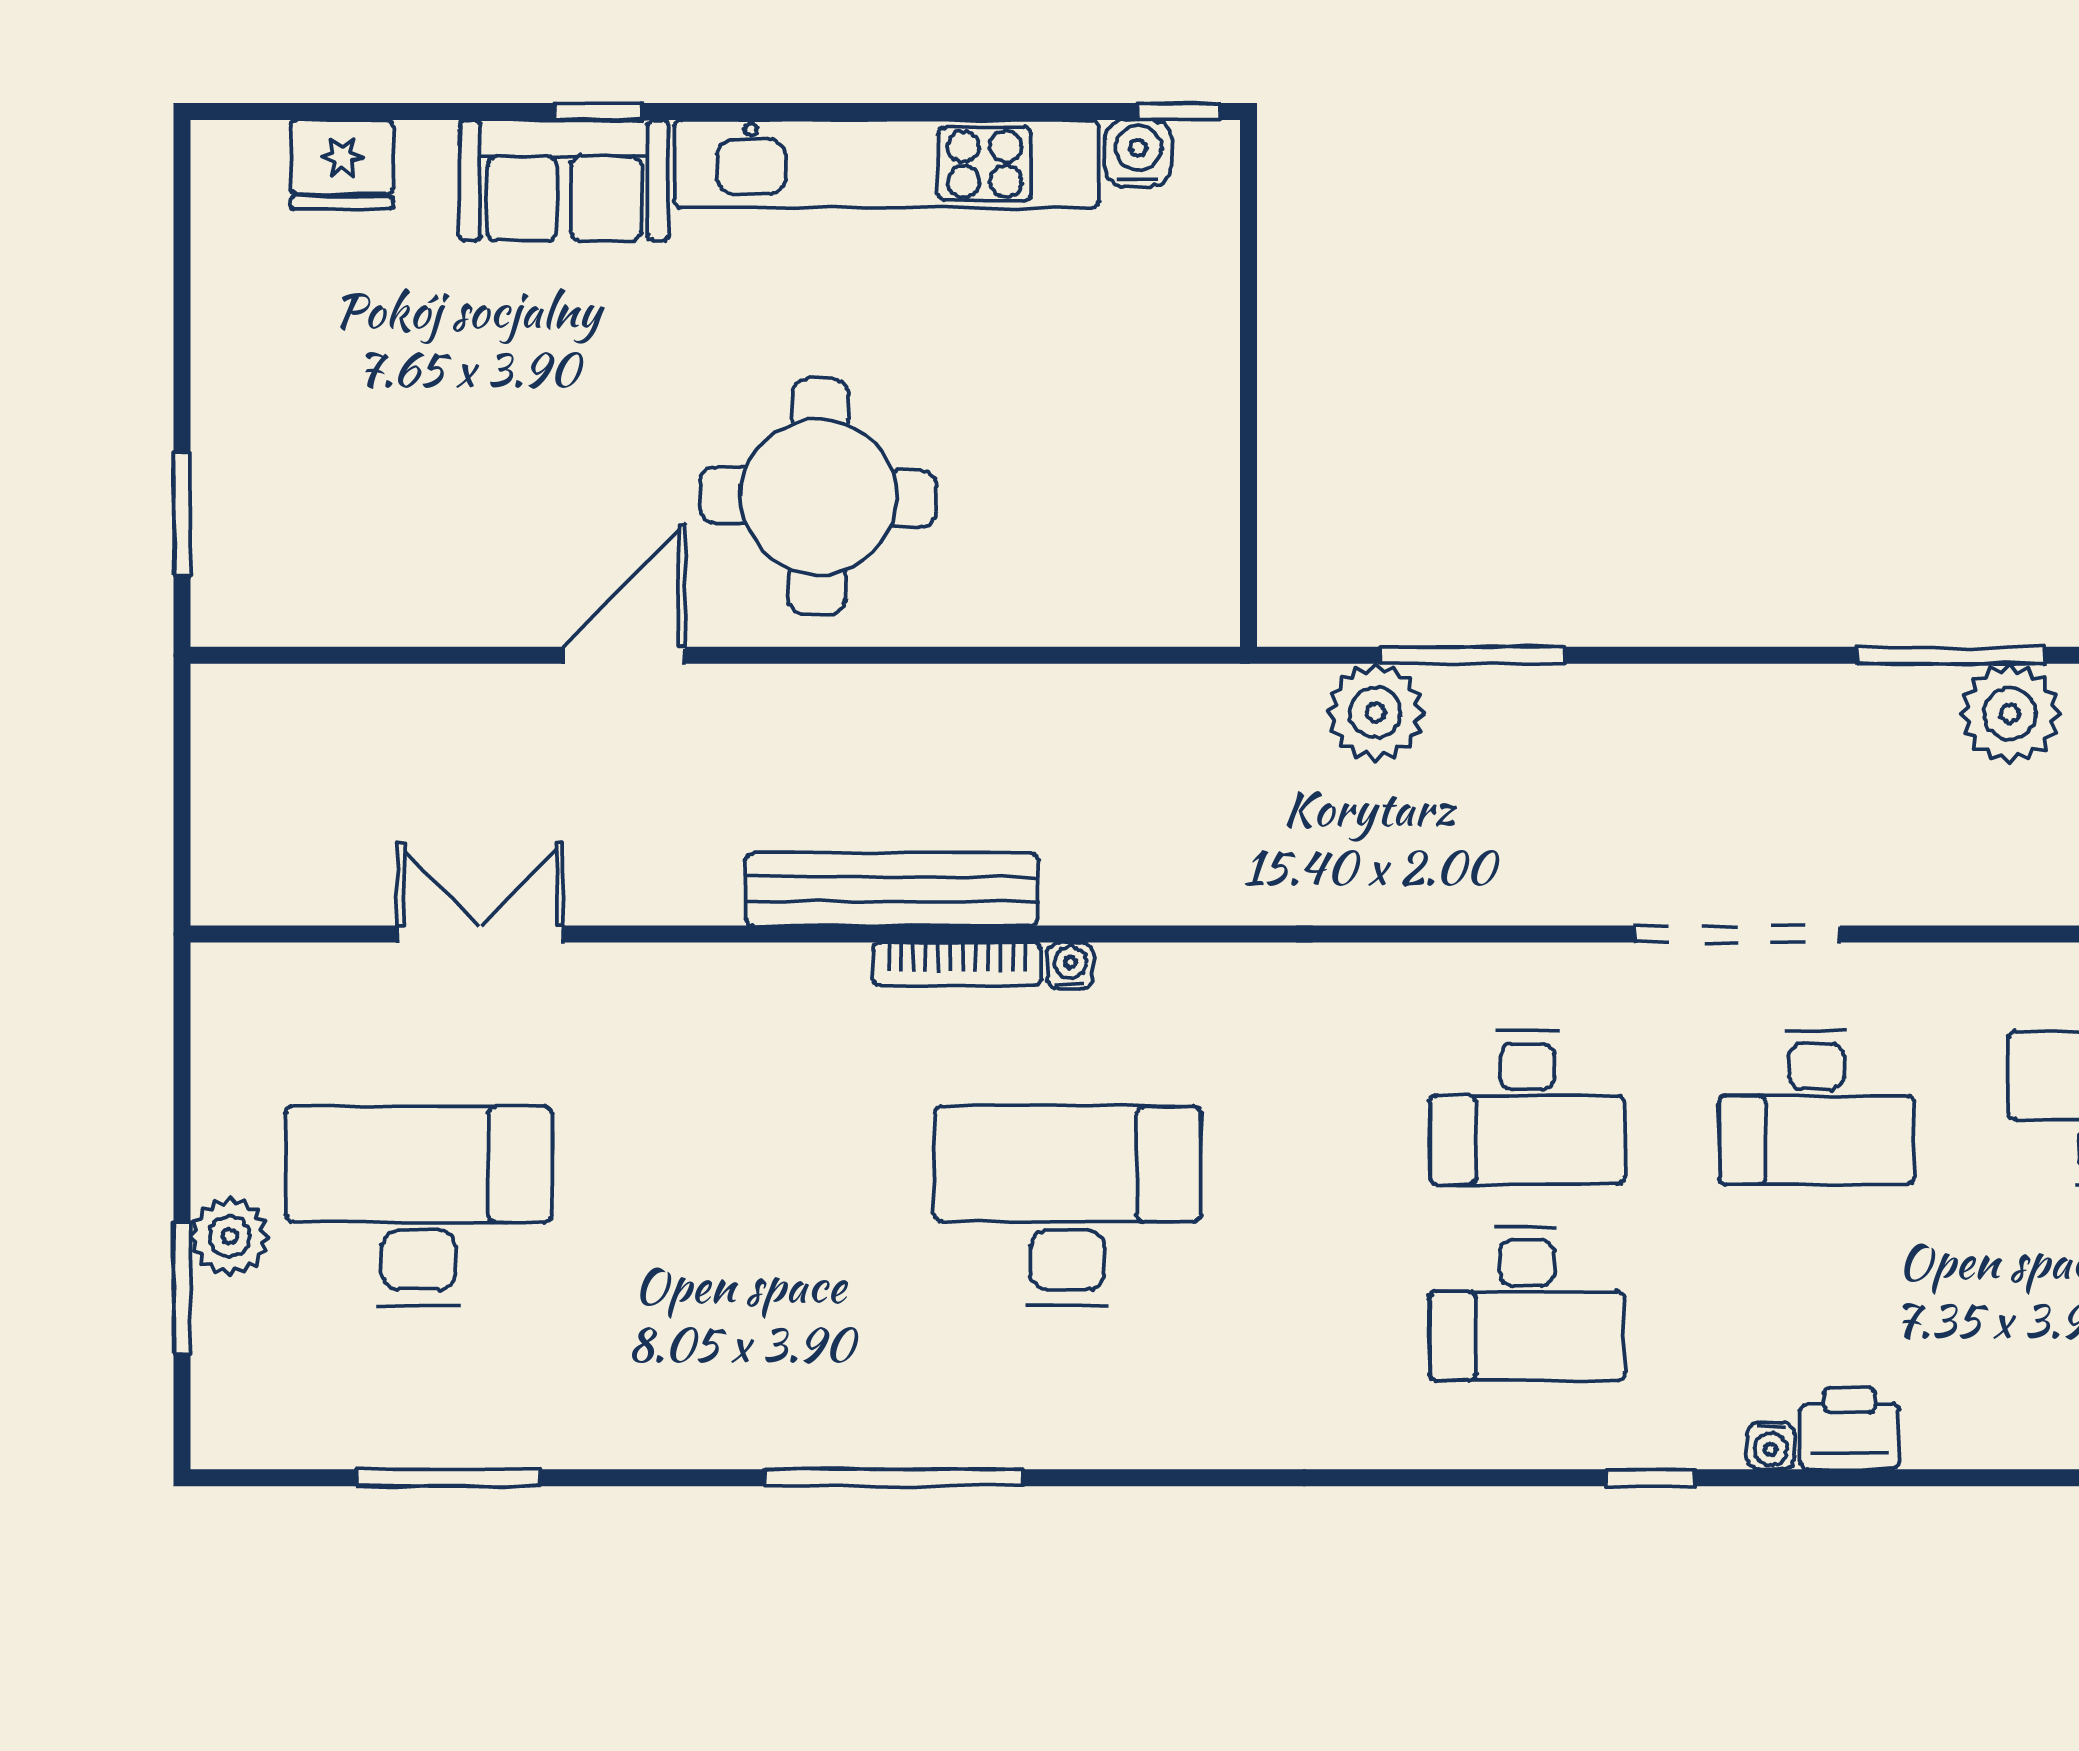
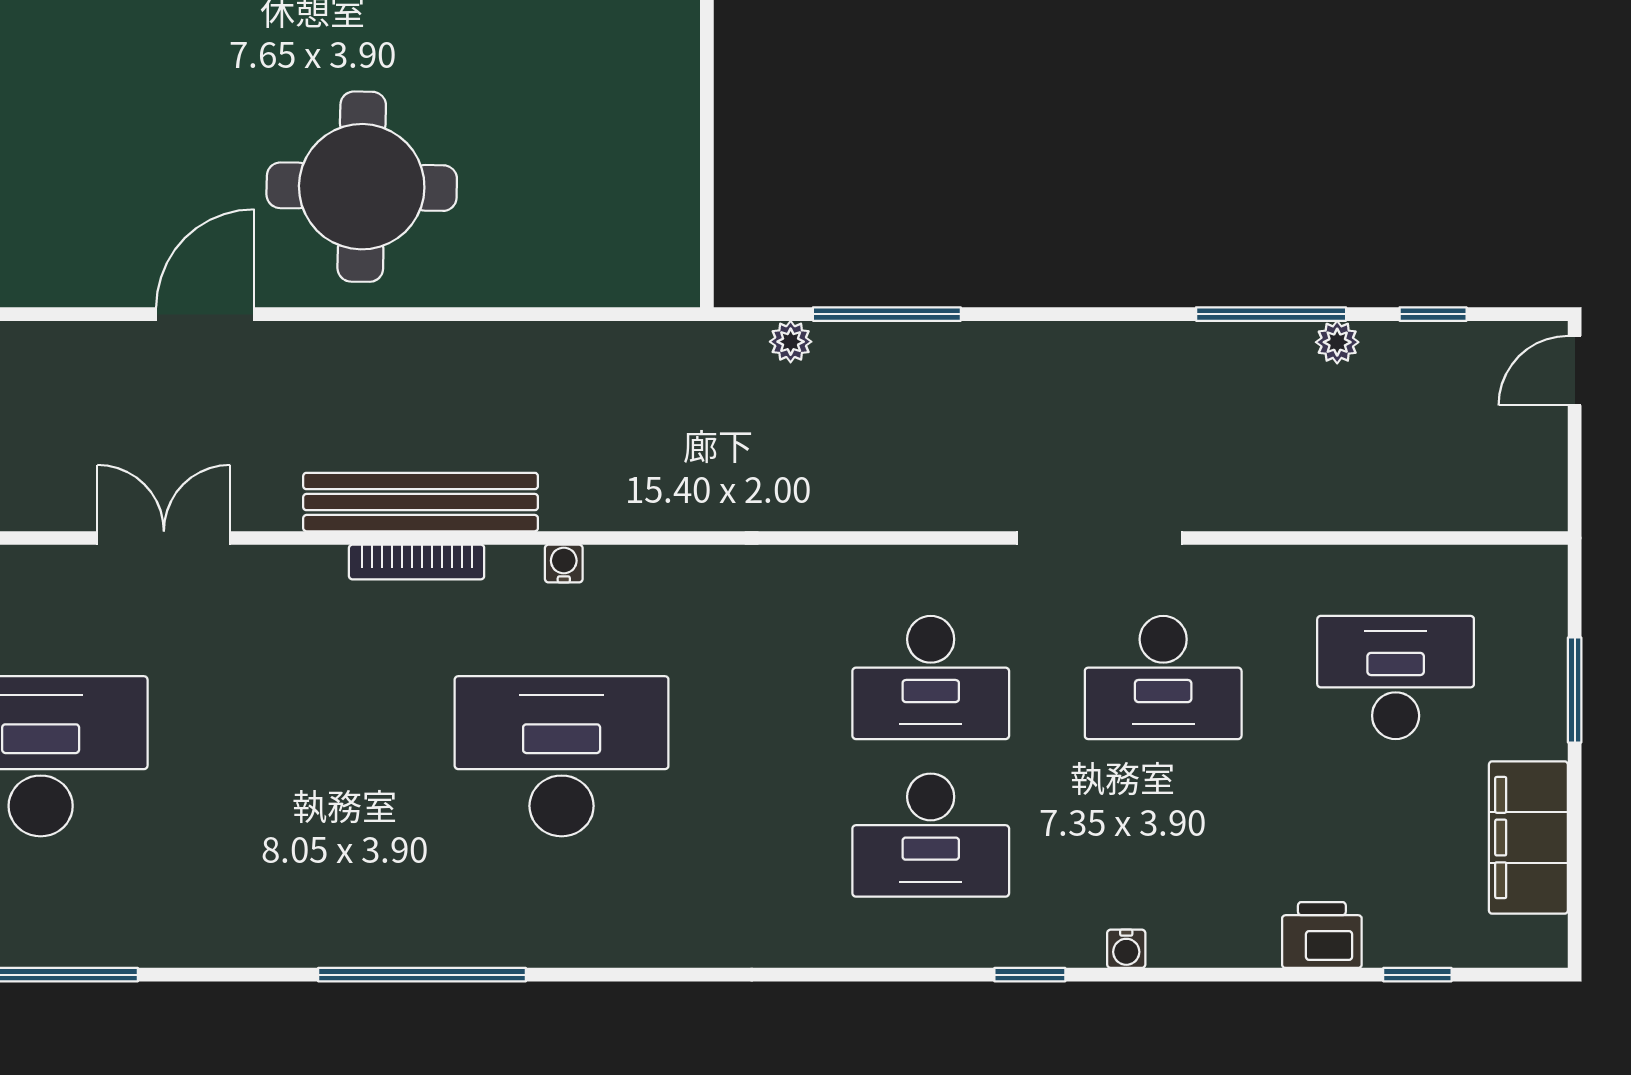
plant: (1375, 712) -> (791, 342), width x0.53, depth x0.53
plant: (2010, 714) -> (1337, 342), width x0.53, depth x0.53
double door: (480, 934) -> (164, 538), moved
bookcase: (957, 964) -> (417, 562), moved
printer: (1850, 1428) -> (1322, 935), moved

